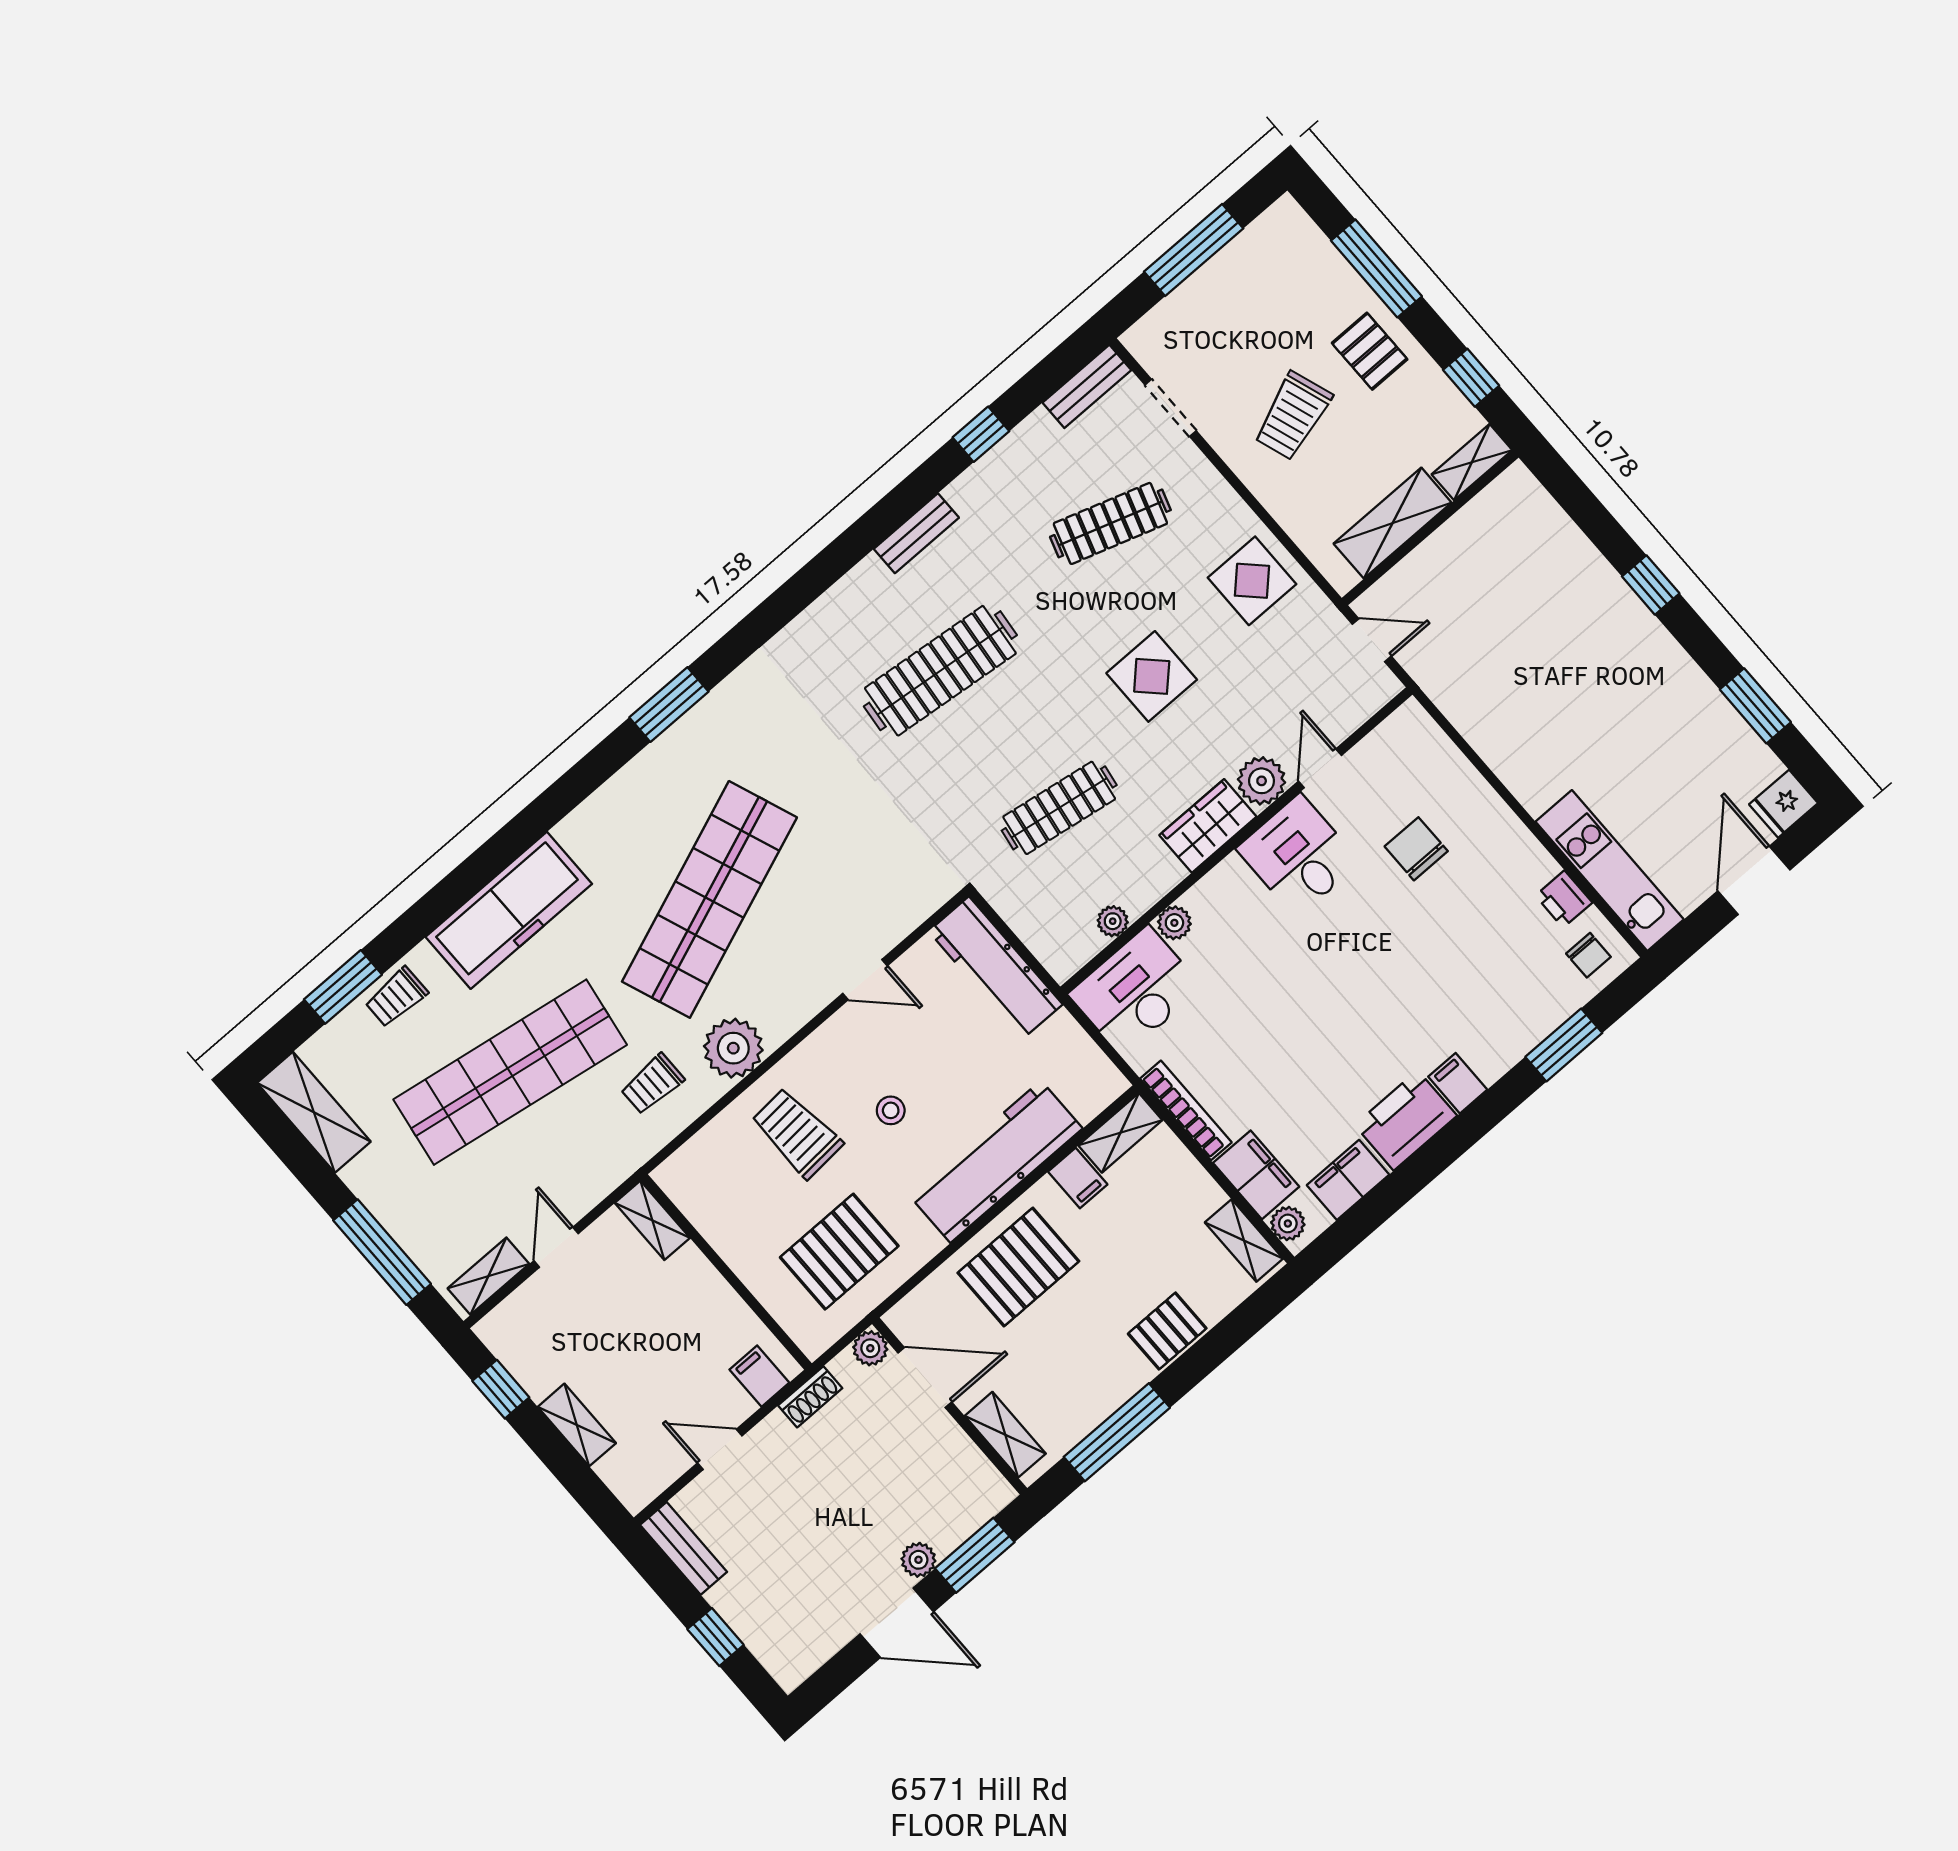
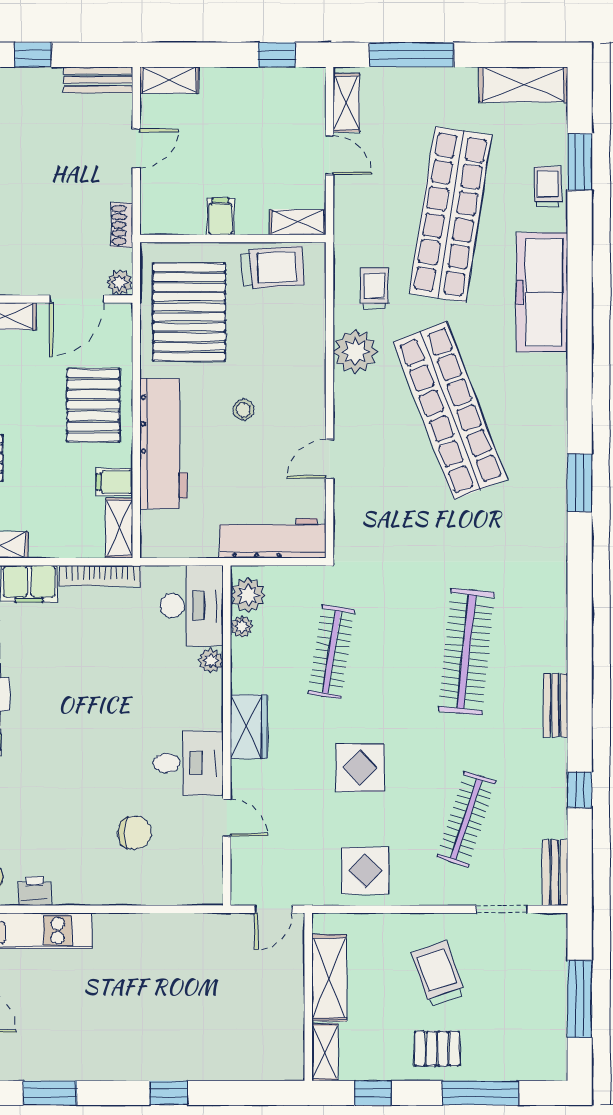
plant: (1262, 781) -> (248, 595), moved
trolley: (797, 1133) -> (273, 268), moved
pallet: (839, 1252) -> (189, 312), width x1.37, depth x1.41
filing cabinet: (759, 1376) -> (220, 217), moved, turned -90
shelving: (577, 1425) -> (169, 80), moved

